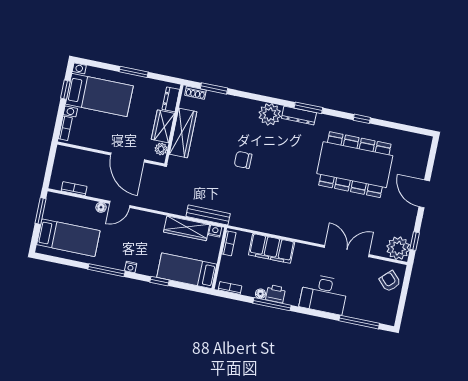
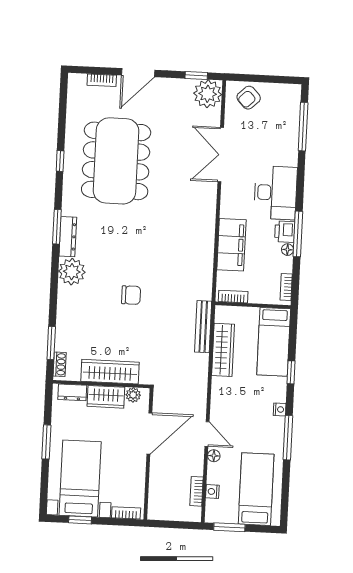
chair: (243, 160) -> (131, 295), turned -90
bookcase: (423, 163) -> (102, 80), added
nightstand: (215, 231) -> (212, 491), moved
desk: (324, 294) -> (275, 193), moved

